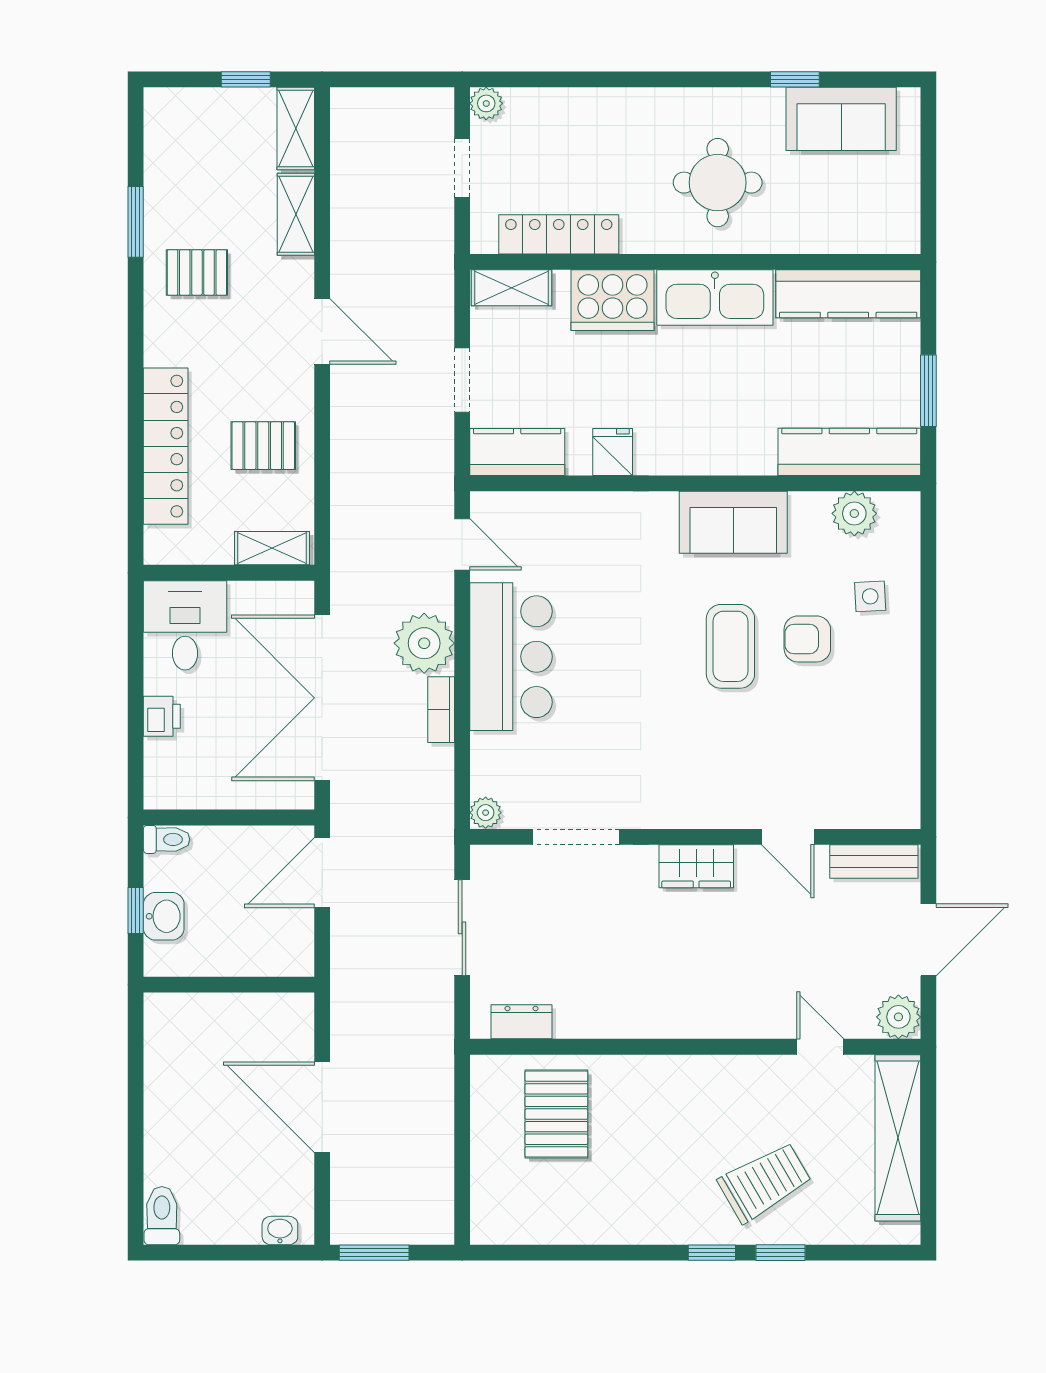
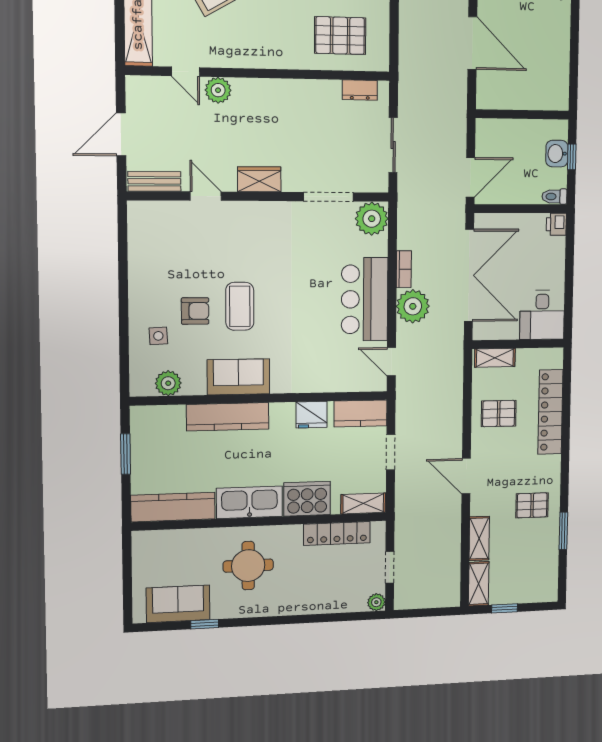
fridge: (613, 452) -> (311, 415), width x1.38
kitchen counter: (849, 452) -> (228, 417), moved
printer: (162, 716) -> (556, 224), moved
plant: (486, 813) -> (372, 219), width x1.87, depth x1.87
plant: (898, 1017) -> (218, 90), moved
pallet: (556, 1114) -> (340, 36), turned 90

